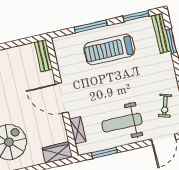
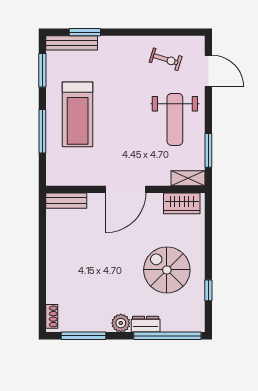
shelving: (78, 130) -> (188, 178), moved
wardrobe: (57, 152) -> (182, 203), moved, turned -90

